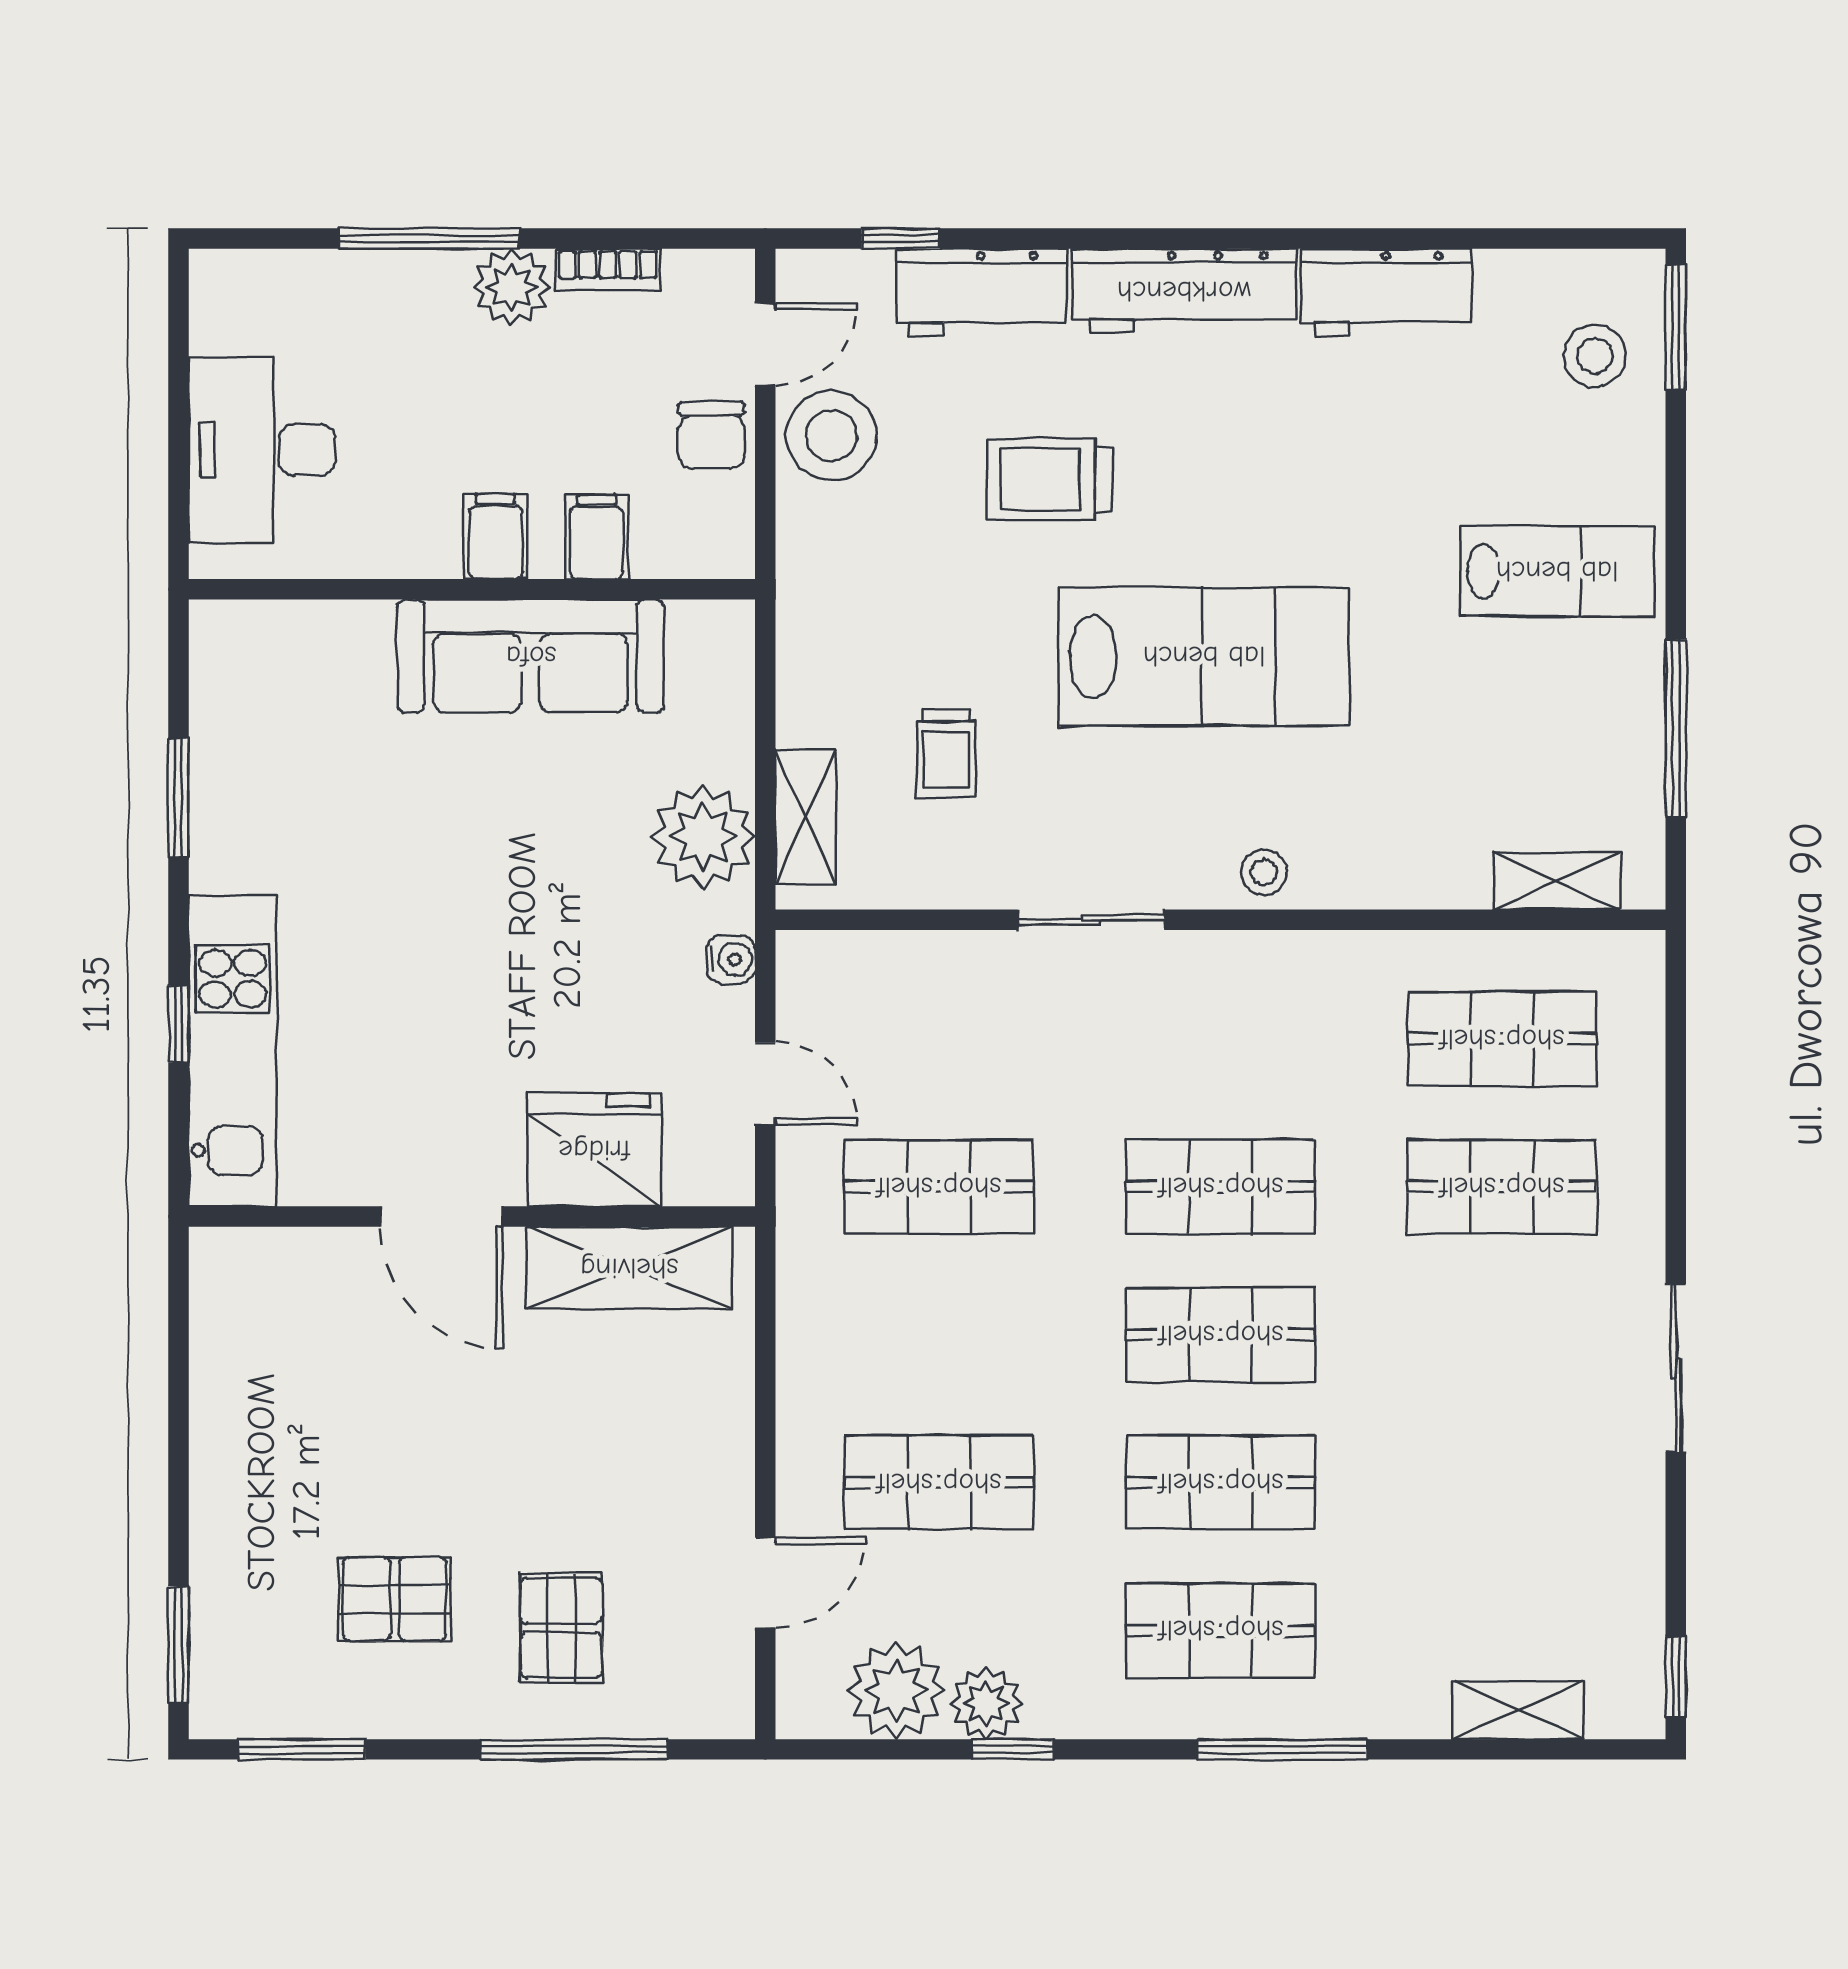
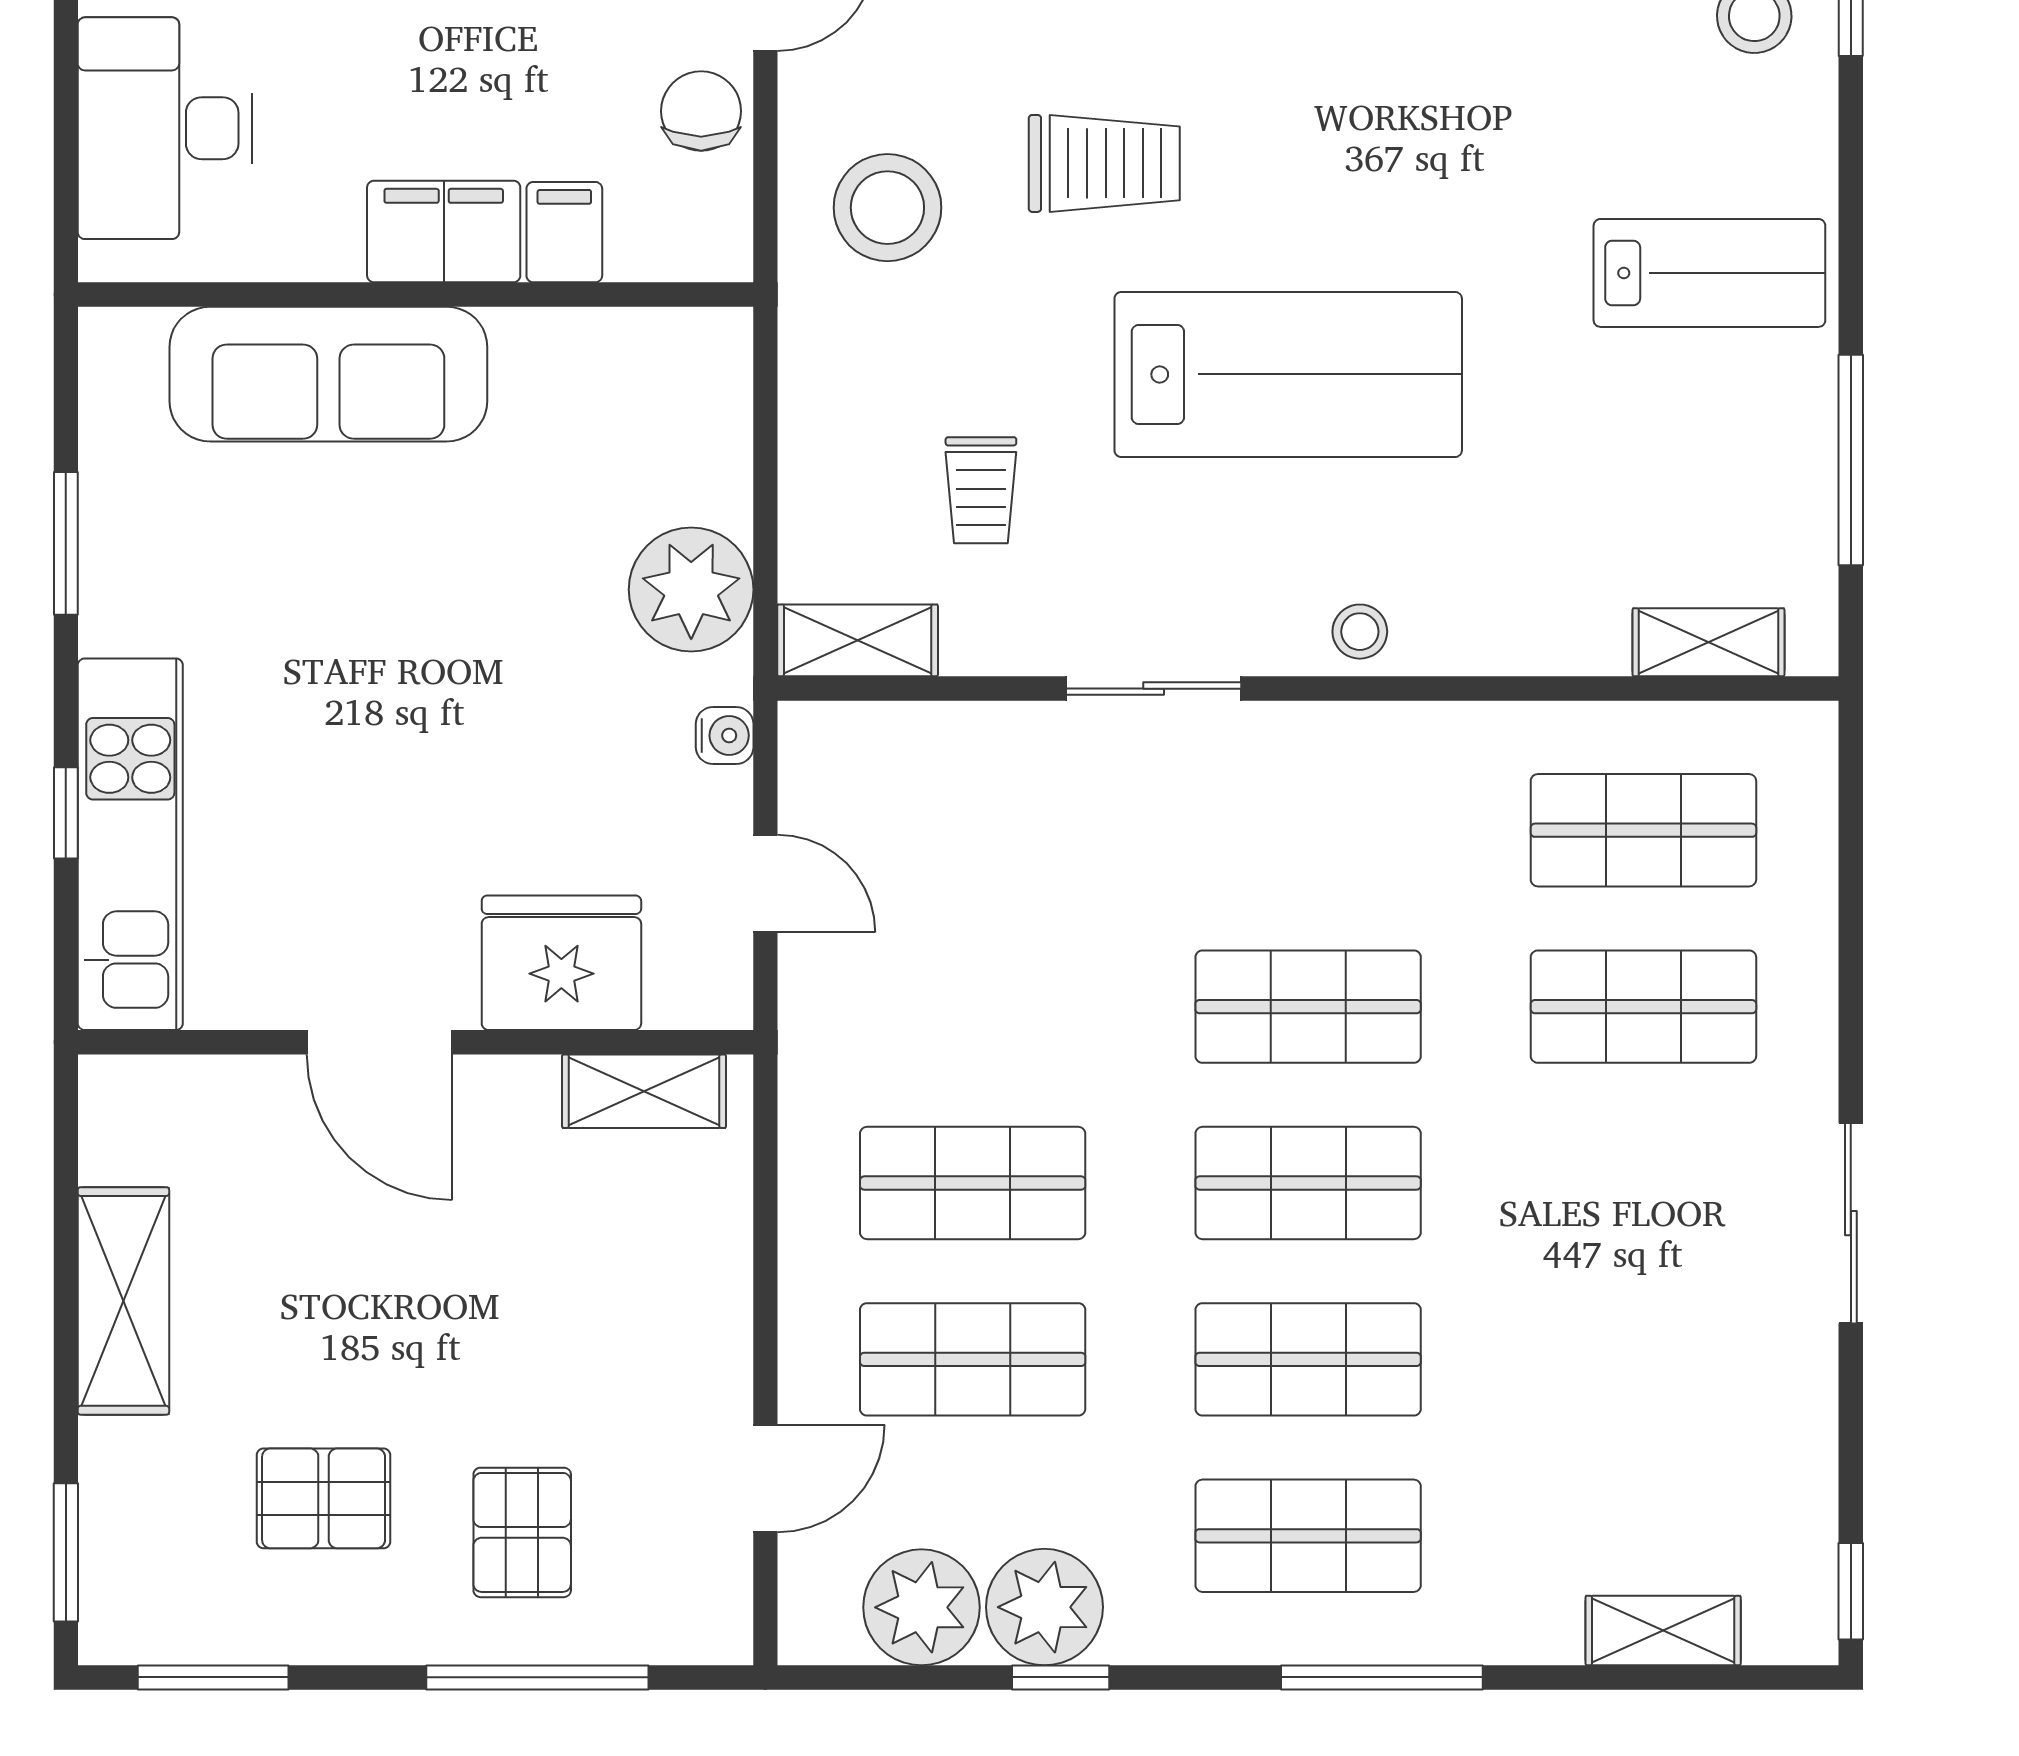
chair: (711, 435) -> (701, 111), turned 180
stool: (831, 436) -> (887, 208), moved
trolley: (1050, 479) -> (1104, 163), turned 180
filing cabinet: (495, 536) -> (444, 231), width x2.00
sofa: (531, 656) -> (328, 374), moved
shelving: (806, 817) -> (858, 640), moved, turned 90
shop shelf: (939, 1187) -> (973, 1183), moved
shelving: (629, 1268) -> (644, 1091), width x0.67, depth x0.75
shelving: (227, 1433) -> (123, 1301), added
plant: (986, 1703) -> (1044, 1607), width x1.36, depth x1.36

